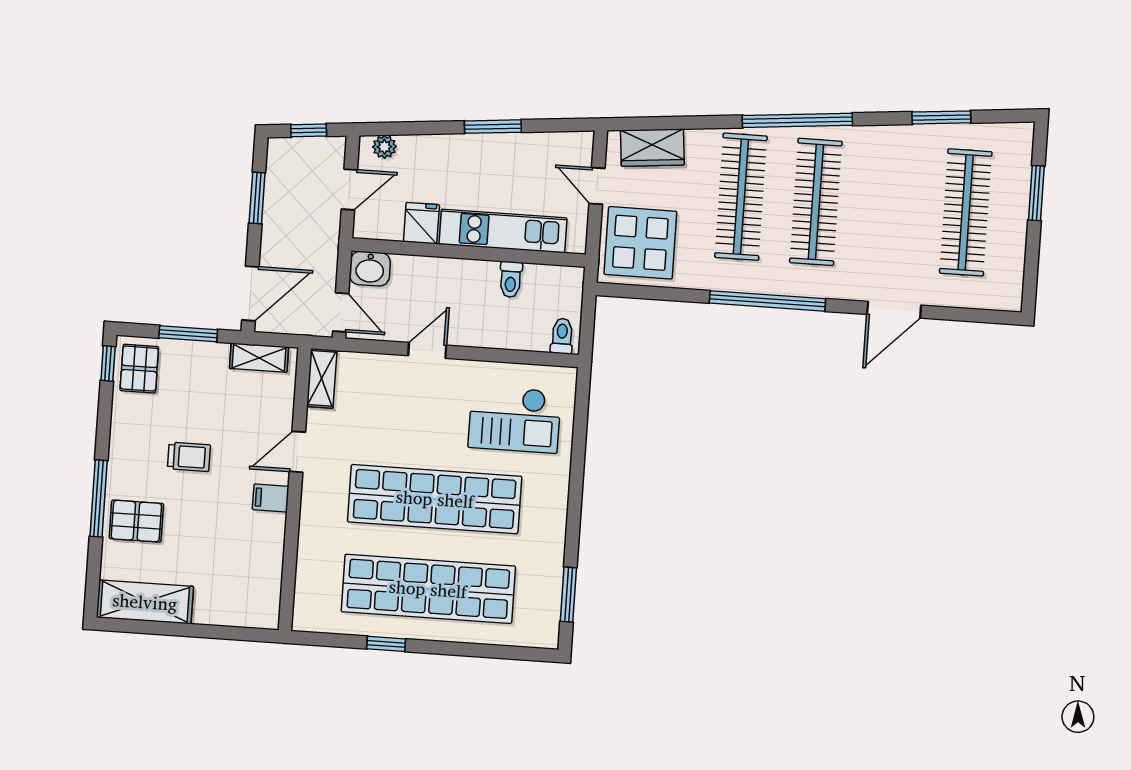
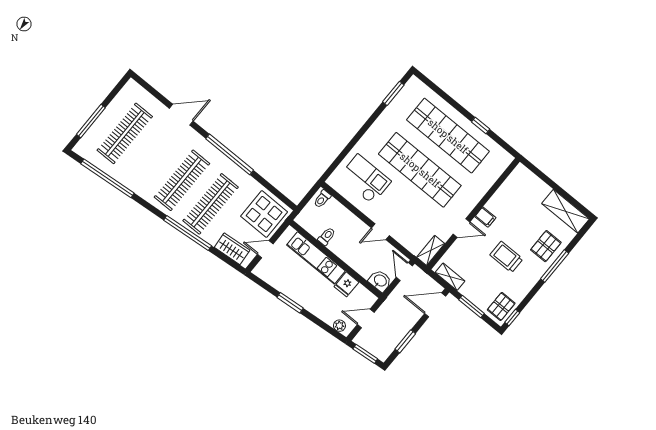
window: (941, 117) -> (107, 178), width x2.11
window: (797, 120) -> (188, 233), moved
window: (309, 130) -> (365, 354), width x1.50
door: (597, 186) -> (265, 249), swing flipped
window: (1036, 193) -> (91, 121), width x1.44
trolley: (189, 457) -> (506, 257), width x1.36, depth x1.39
pallet: (136, 521) -> (546, 246), turned 90

